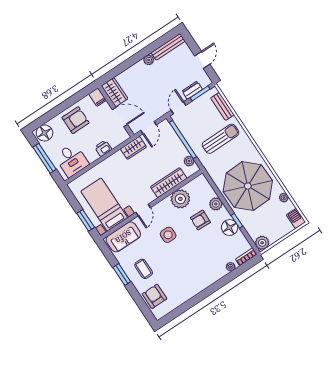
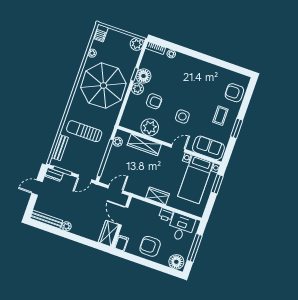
dresser: (192, 90) -> (54, 175), moved
printer: (103, 148) -> (166, 215), moved
wardrobe: (133, 148) -> (158, 196), moved
plant: (216, 204) -> (137, 89), moved
armchair: (155, 296) -> (234, 93), turned 90

